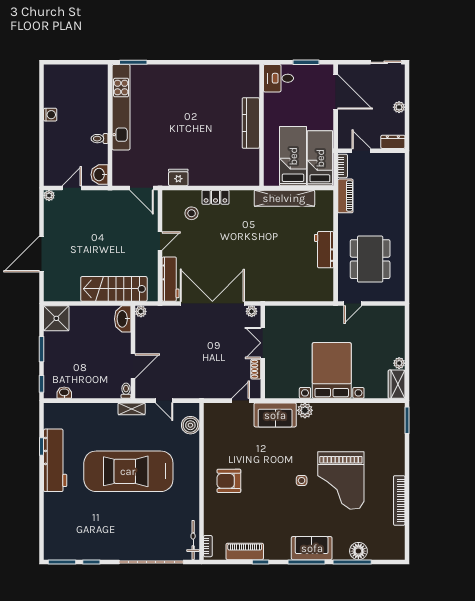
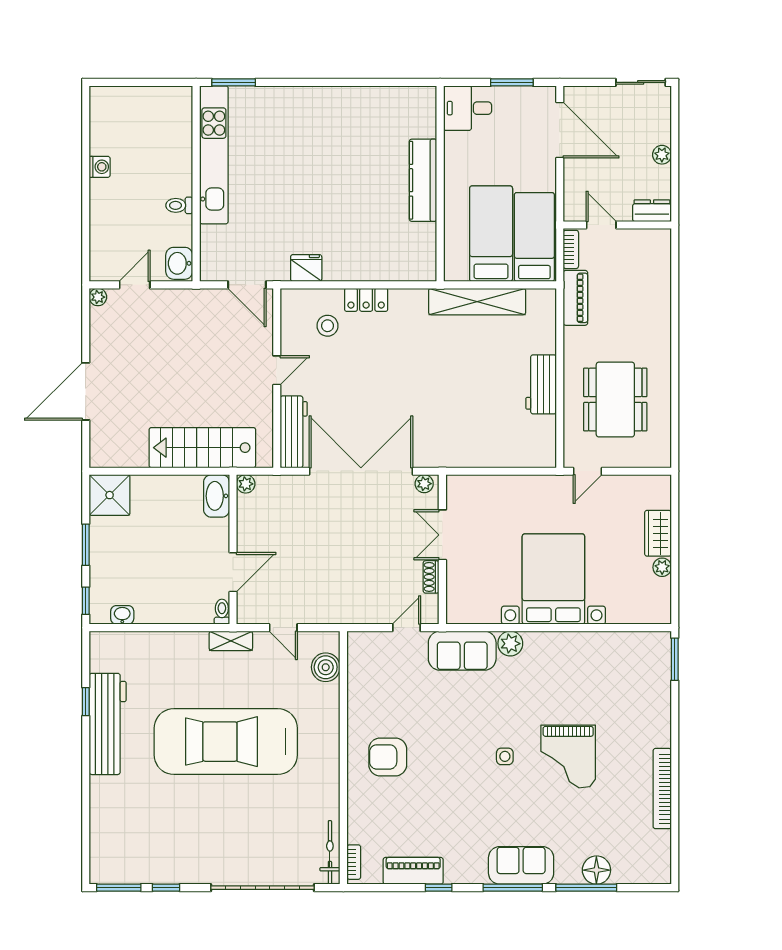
wardrobe: (397, 384) -> (658, 533), moved
grand piano: (341, 481) -> (568, 756), width x0.73, depth x0.68

